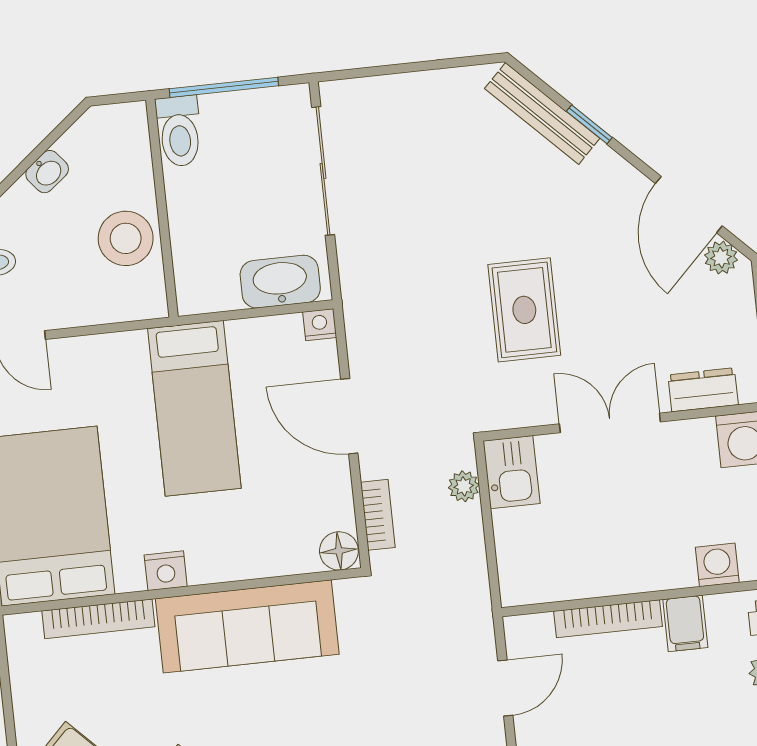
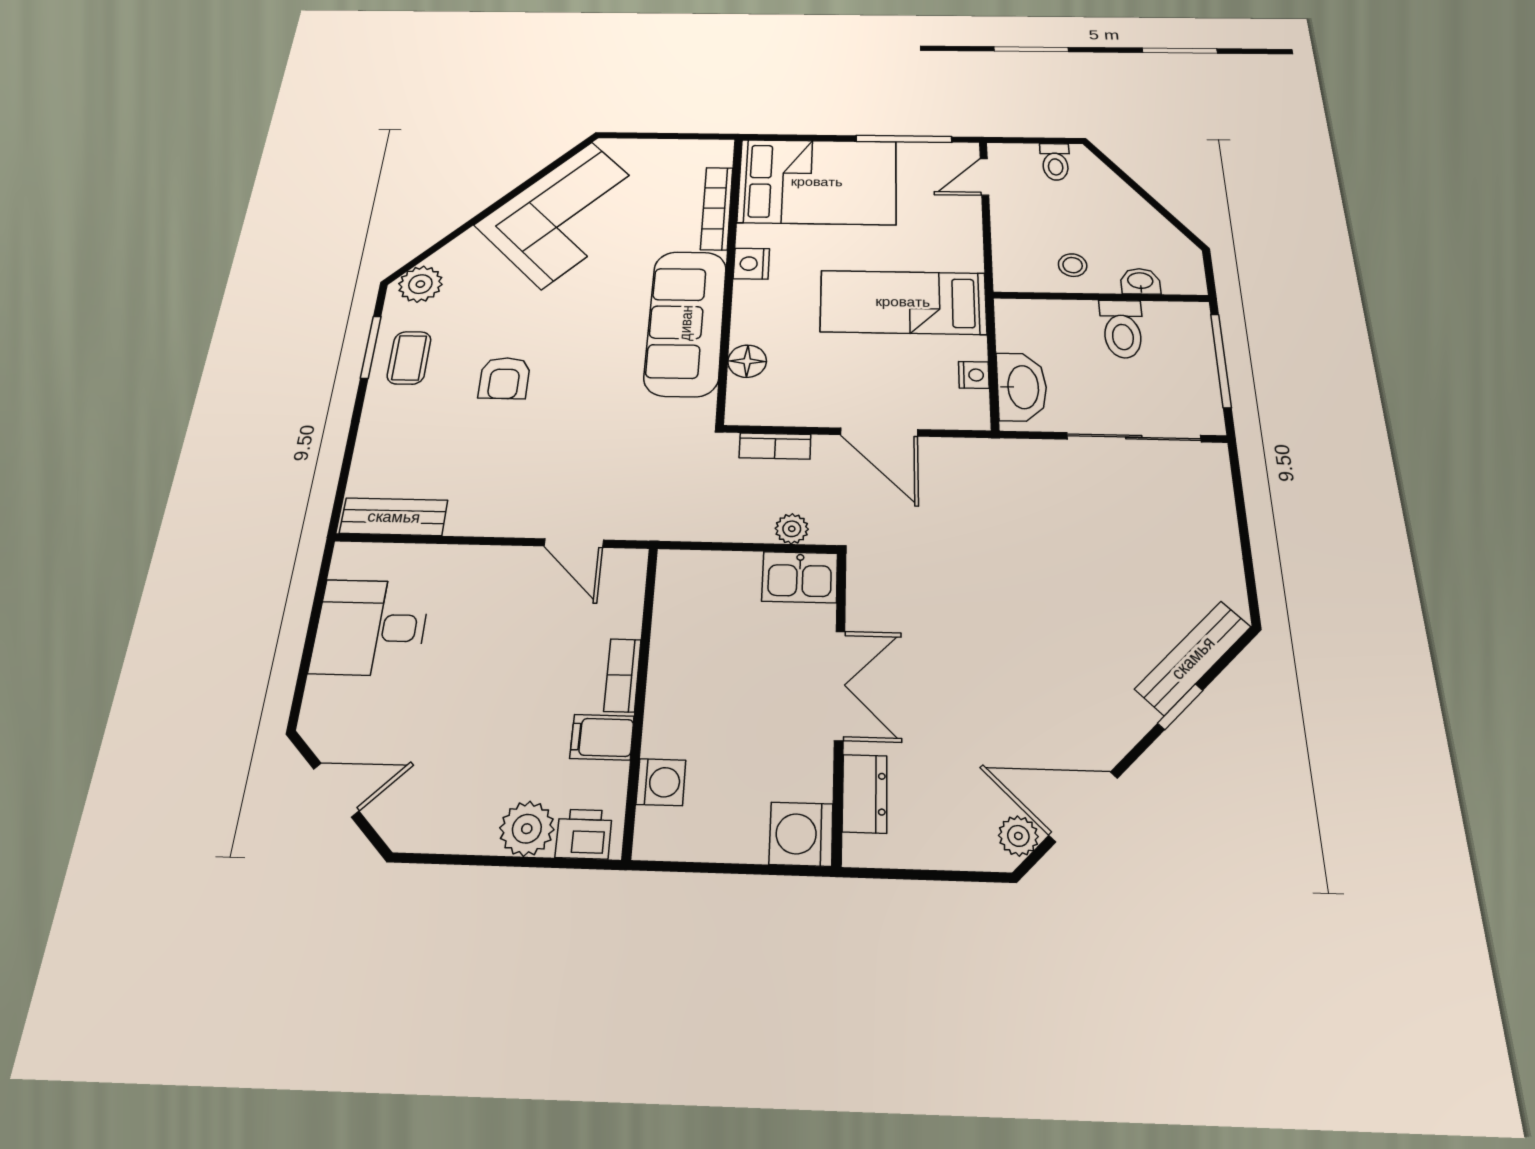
toilet: (179, 131) -> (1122, 329), moved, turned -90
washbasin: (47, 172) -> (1140, 281), moved, turned 129
stool: (126, 238) -> (1073, 265), width x0.53, depth x0.53
rug: (524, 310) -> (974, 612), removed
nightstand: (320, 325) -> (974, 375), moved
door: (349, 416) -> (879, 432), swing flipped
floor lamp: (339, 551) -> (747, 361), moved
bookcase: (608, 619) -> (622, 675), width x0.64

